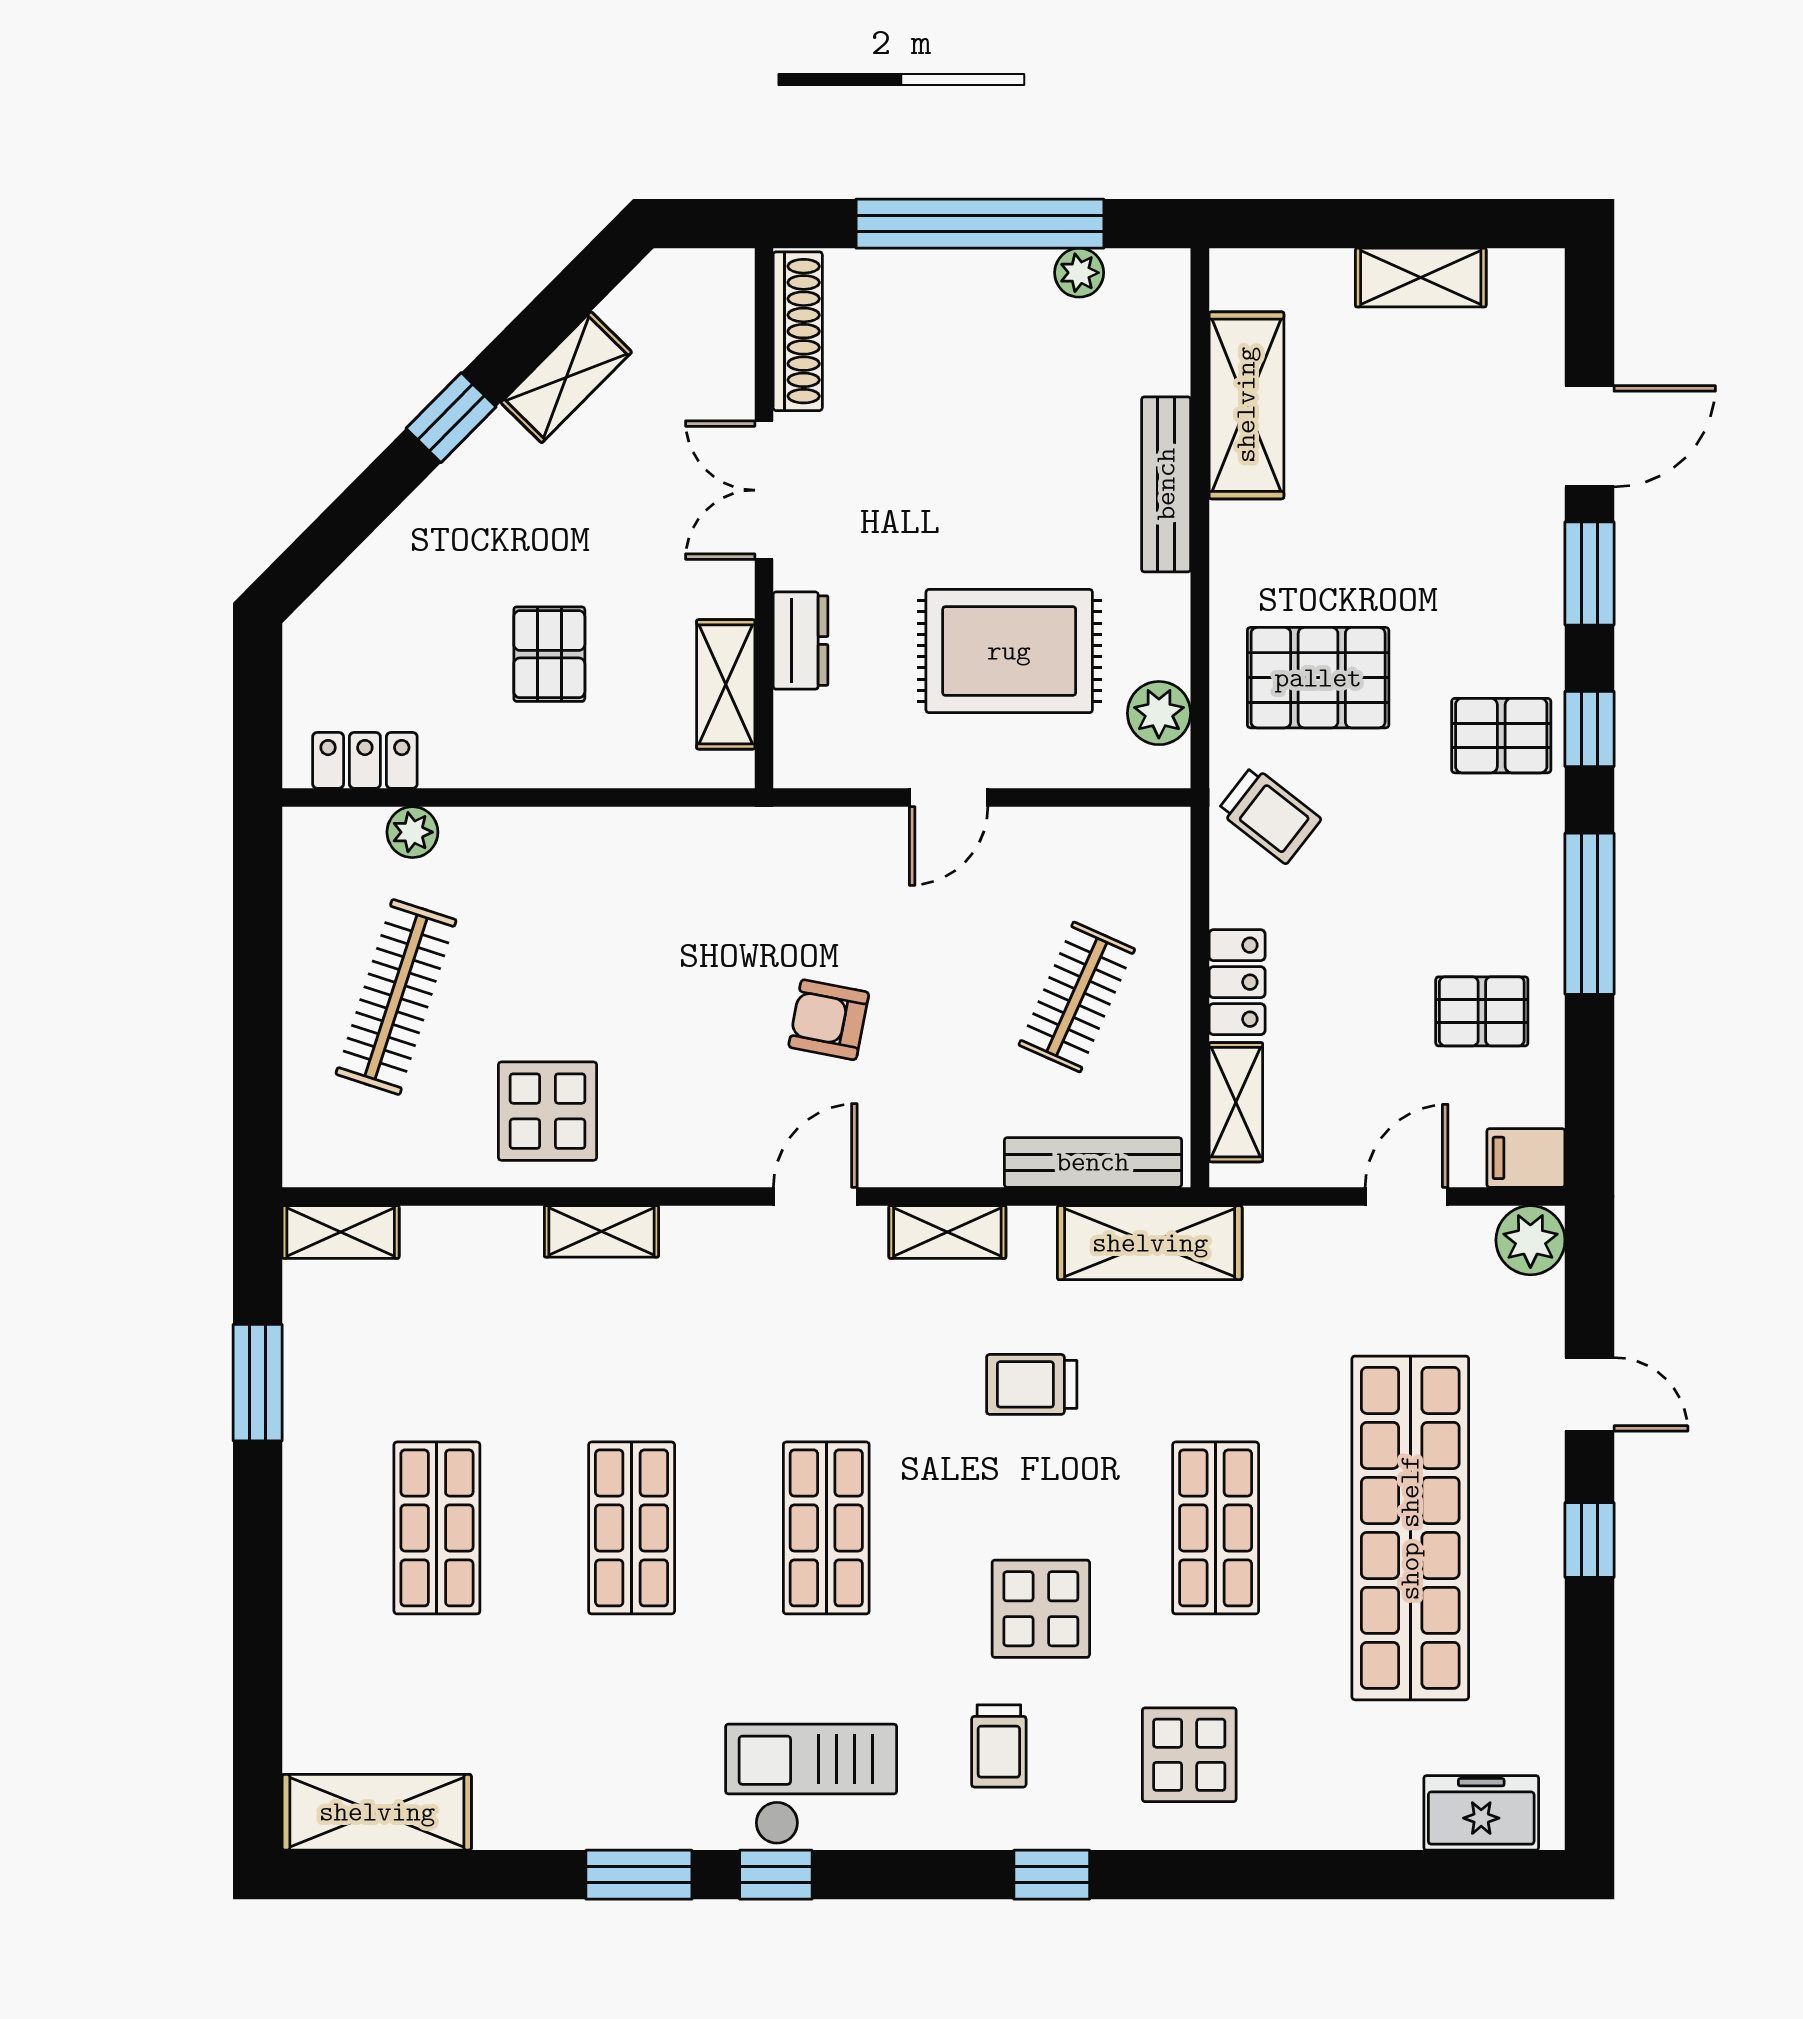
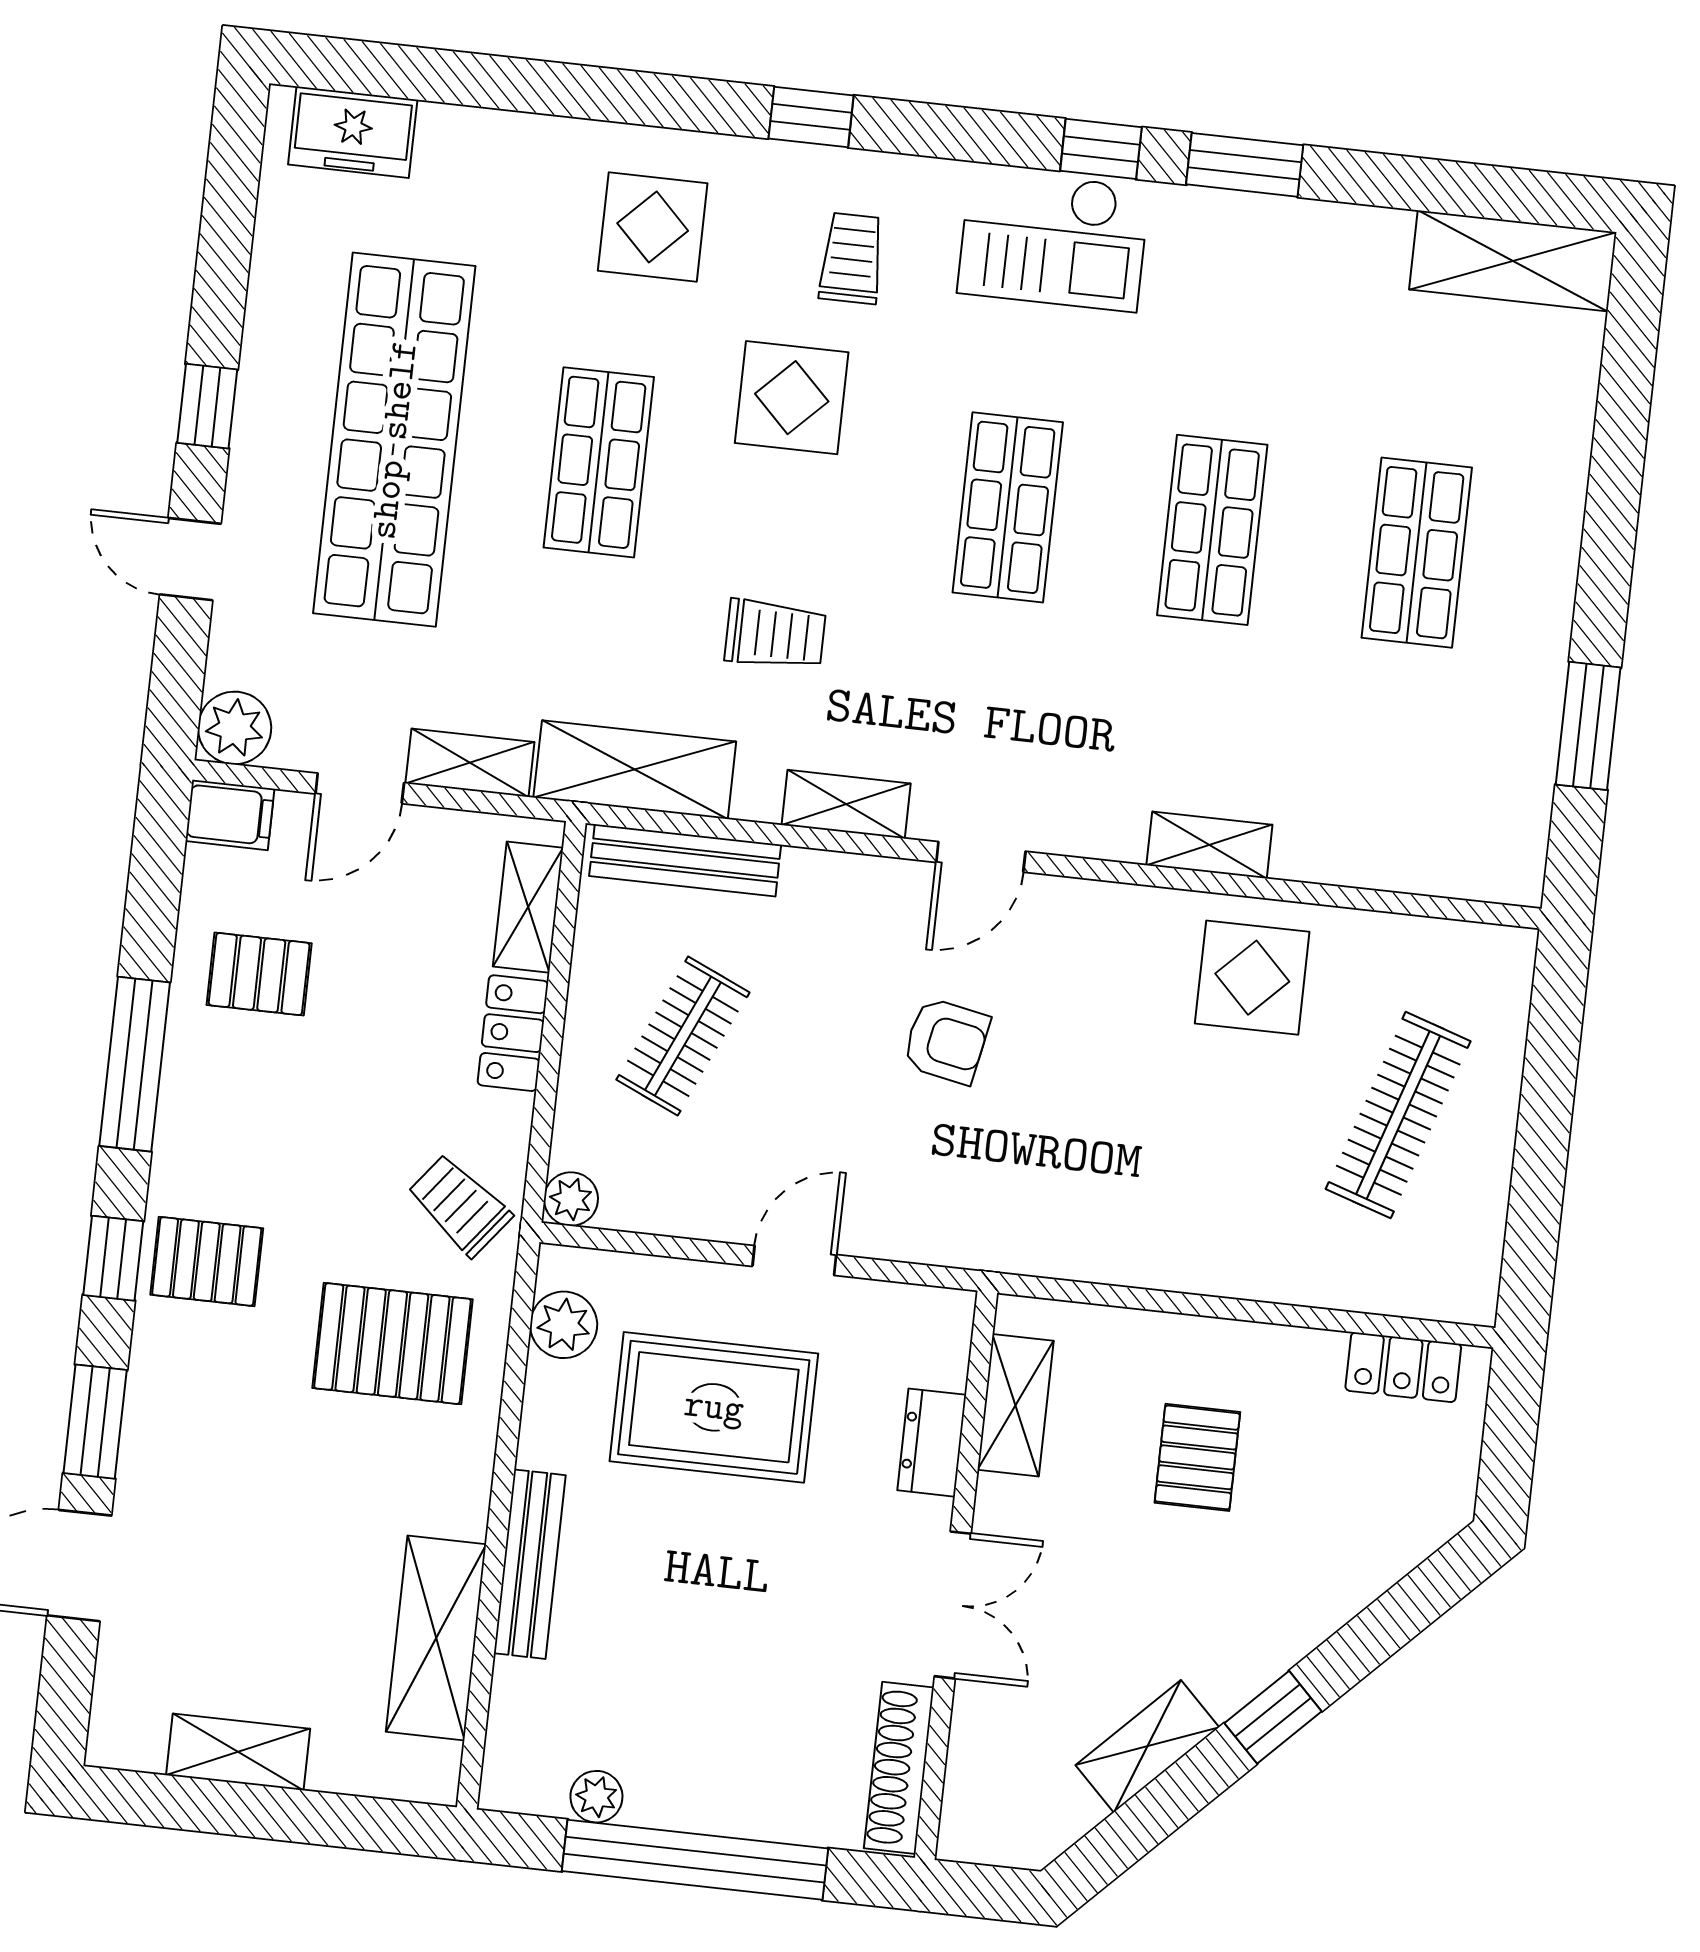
plant: (412, 832) -> (571, 1199), moved
shelving: (341, 1232) -> (470, 763), moved

